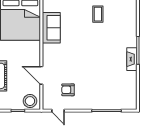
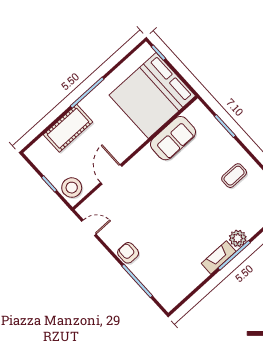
plant: (131, 41) -> (238, 238), added
armchair: (68, 90) -> (128, 253), moved
door: (58, 111) -> (89, 228), swing flipped

